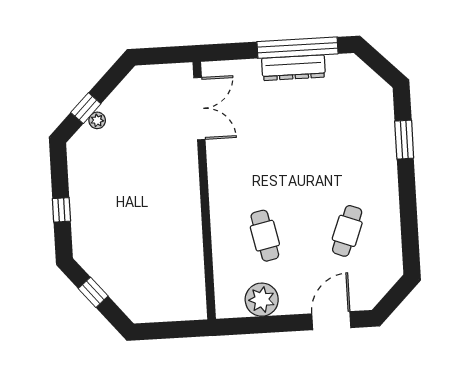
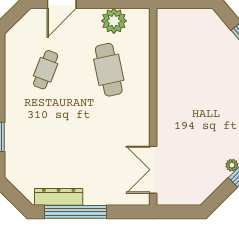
dresser: (293, 68) -> (59, 197), moved
cafe table: (265, 236) -> (109, 70), width x1.37, depth x1.35

